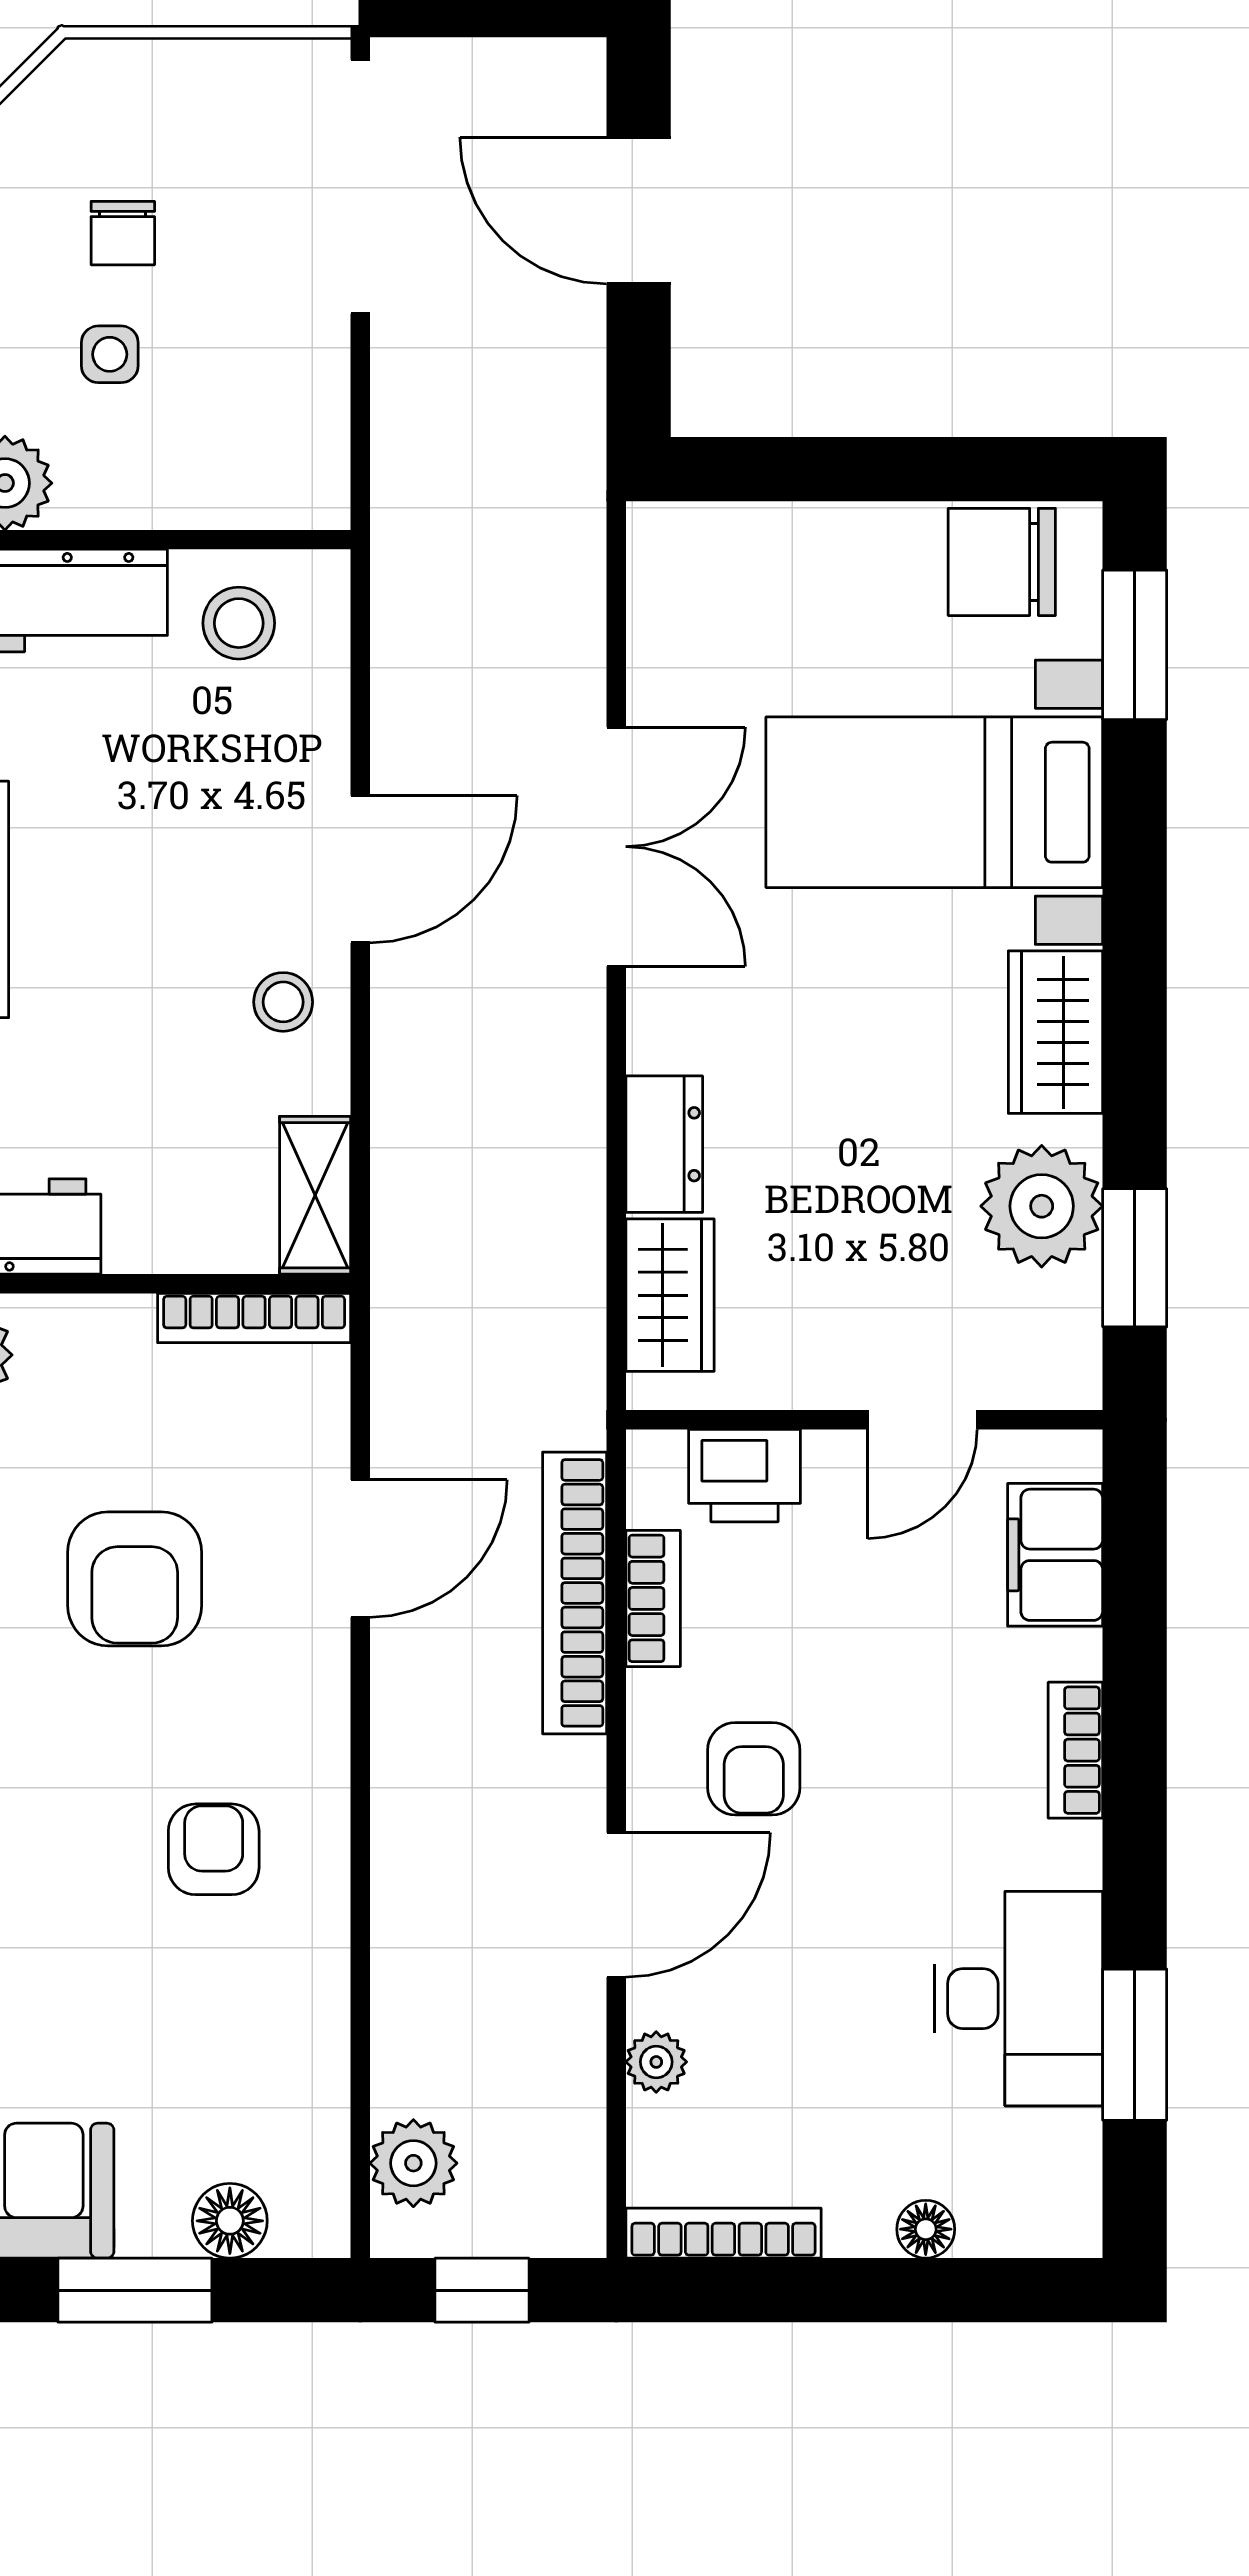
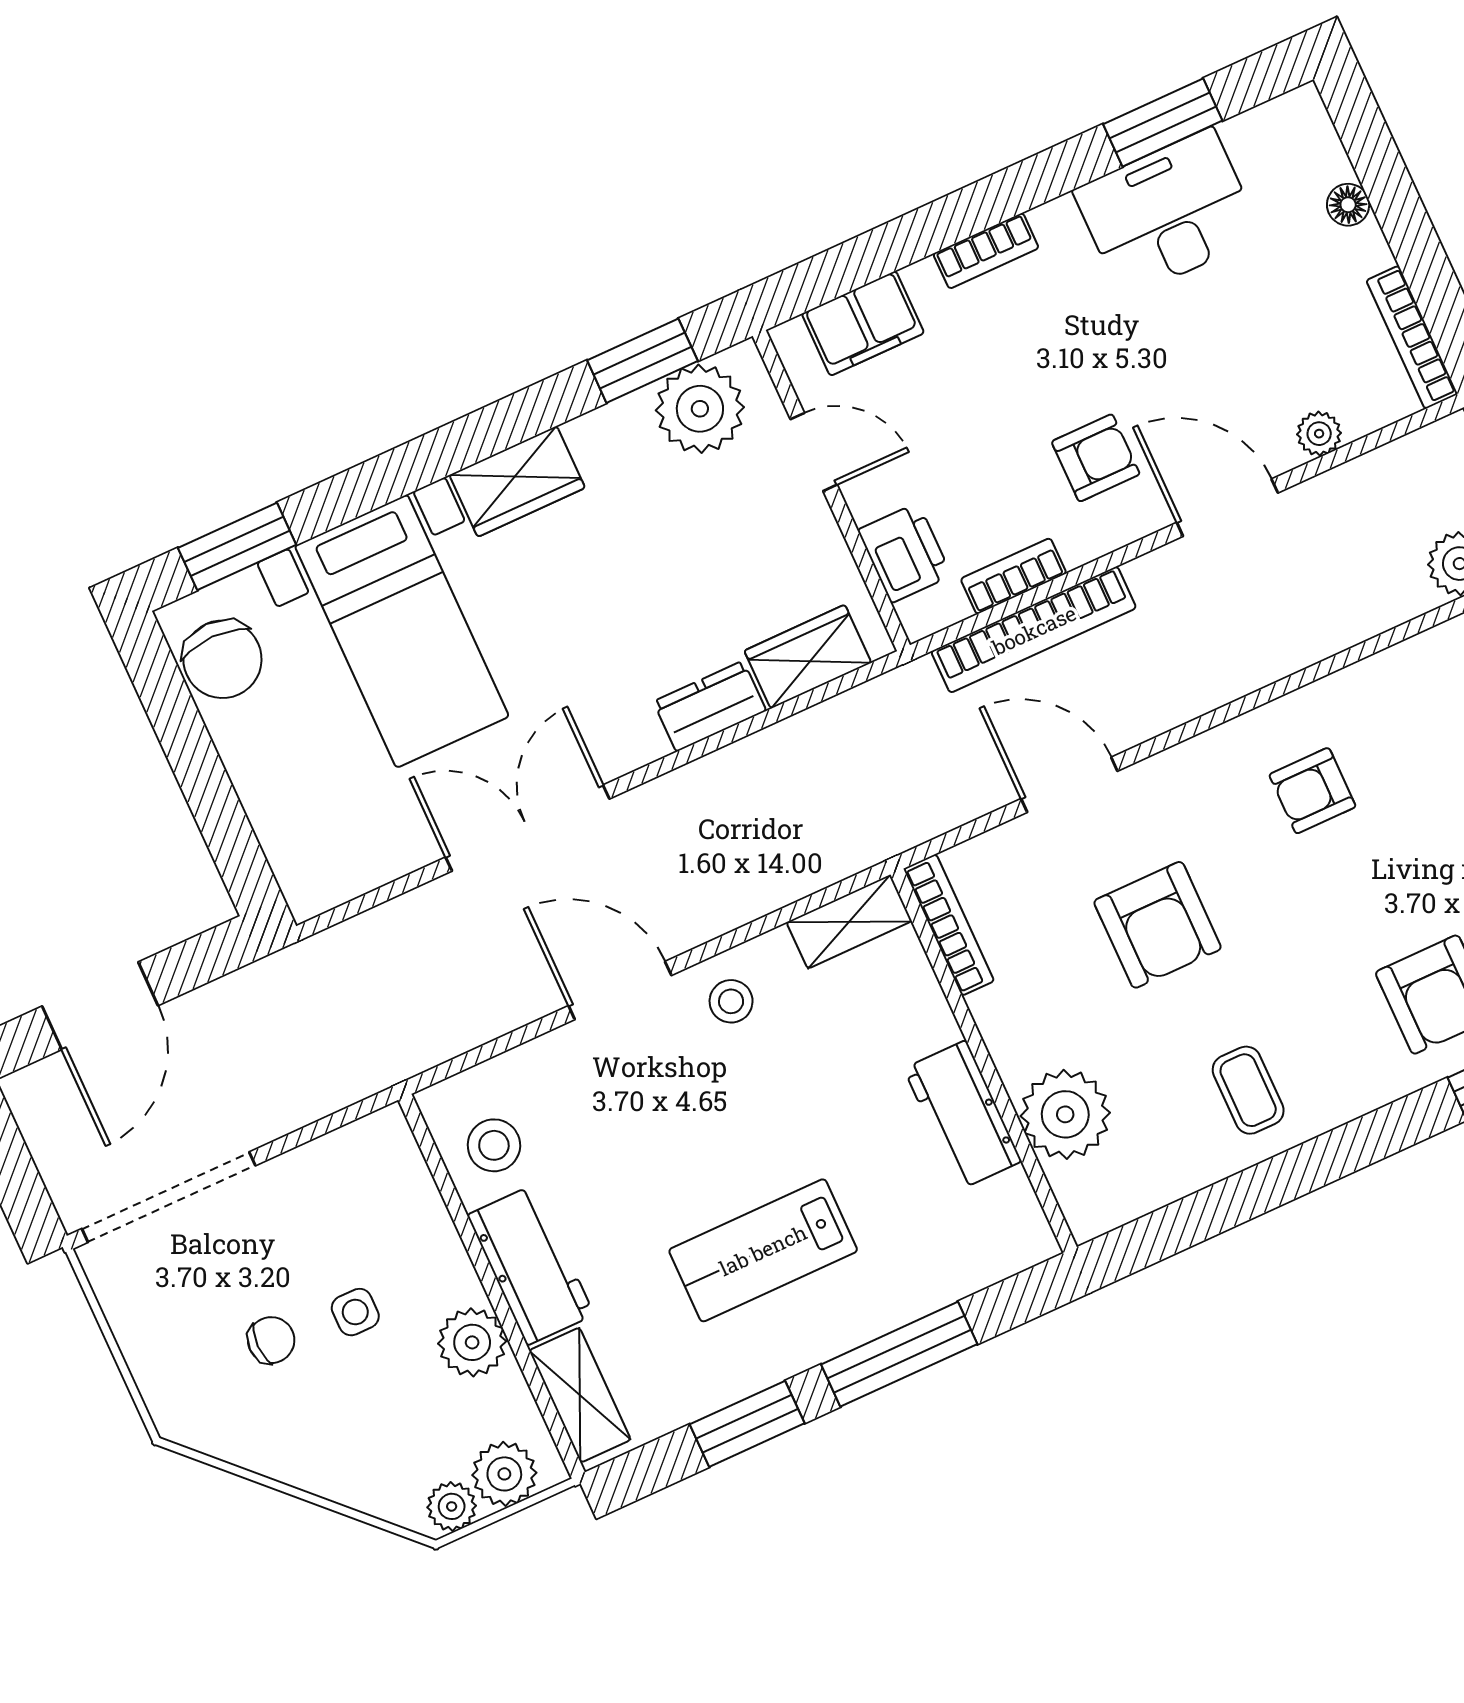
plant: (1042, 1206) -> (700, 409), moved
armchair: (135, 1579) -> (1158, 925), turned 90

